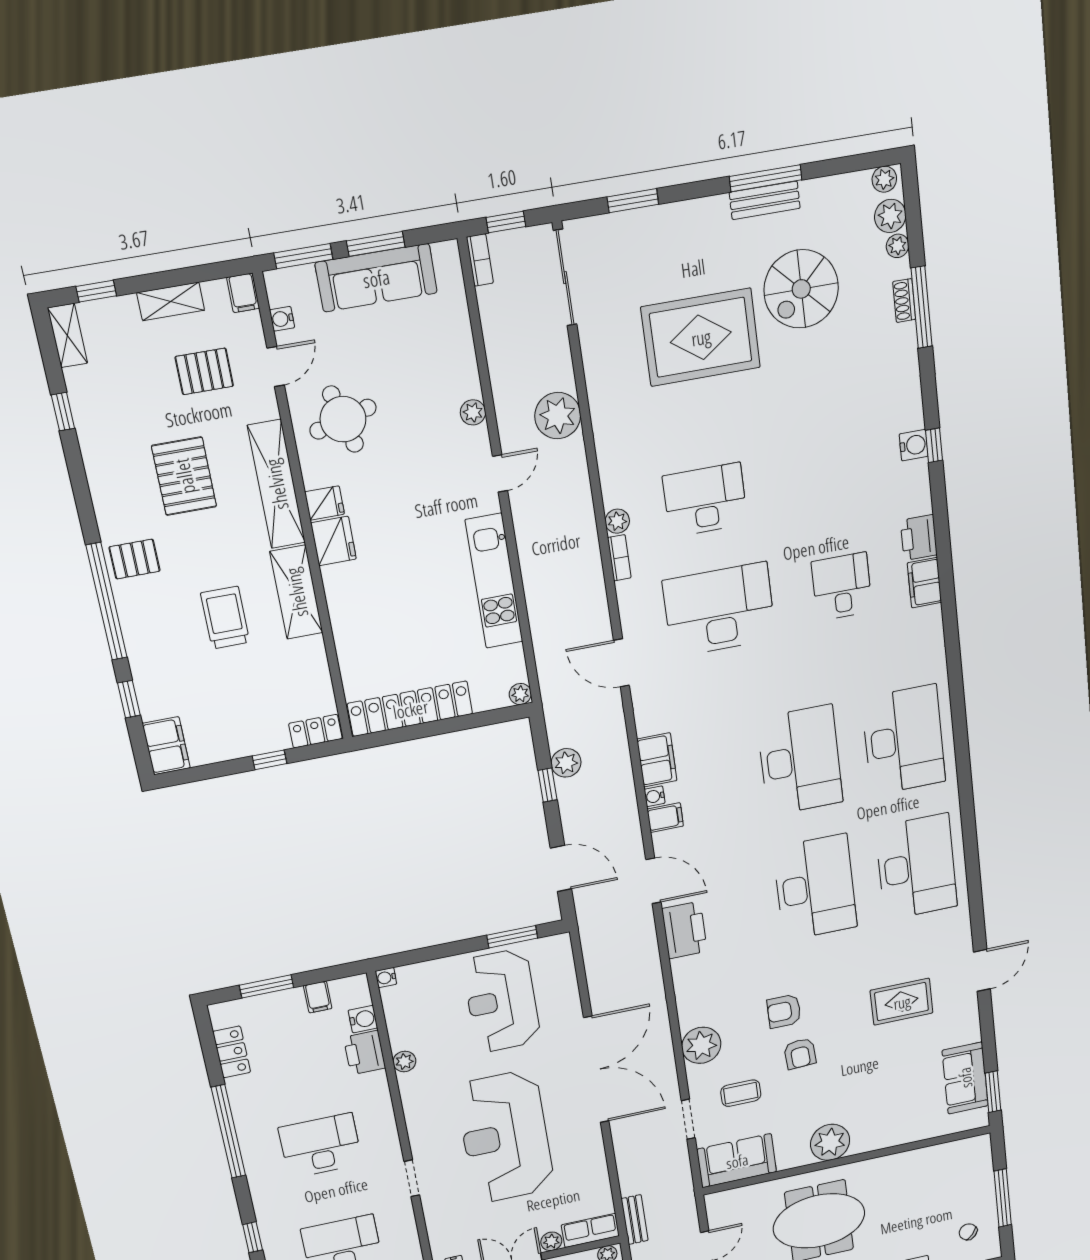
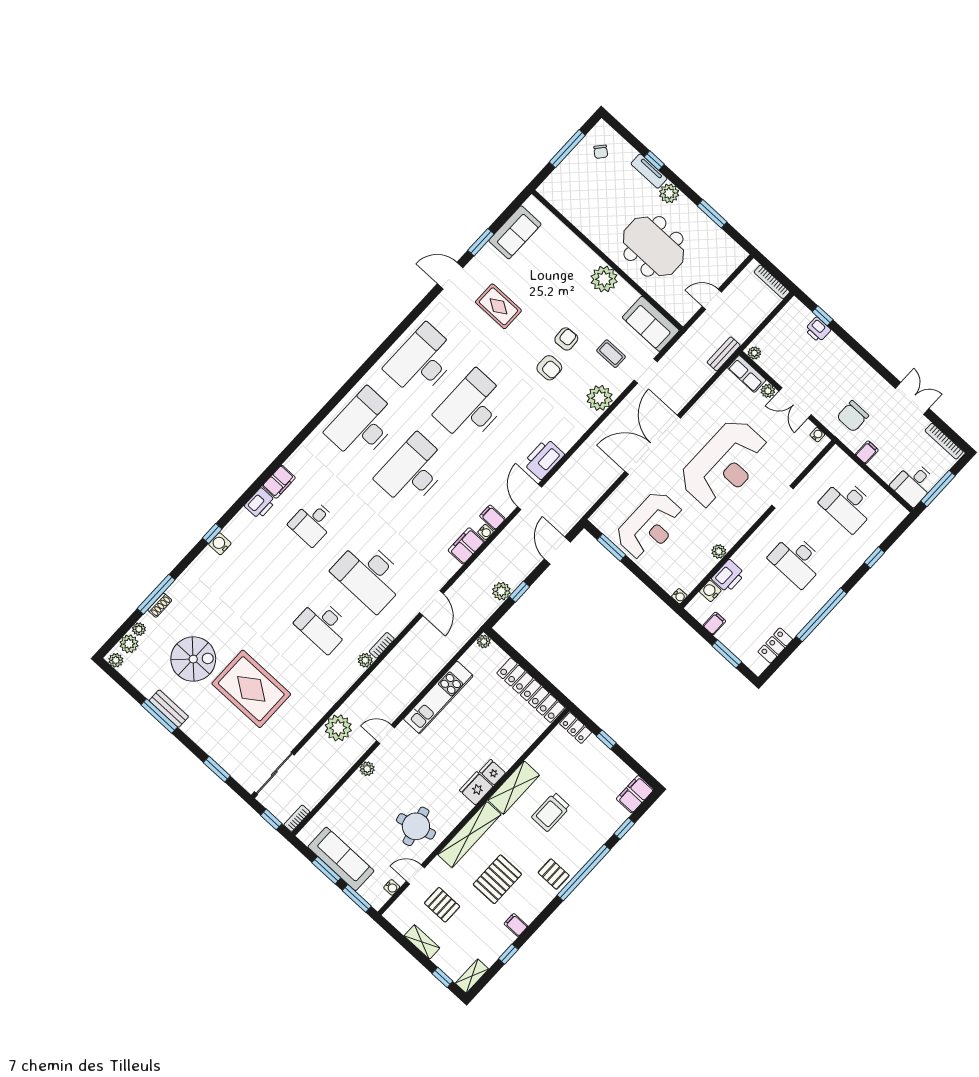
filing cabinet: (243, 293) -> (516, 925), moved, turned -90
fridge: (325, 503) -> (492, 772), moved
window: (993, 1092) -> (481, 242), moved

